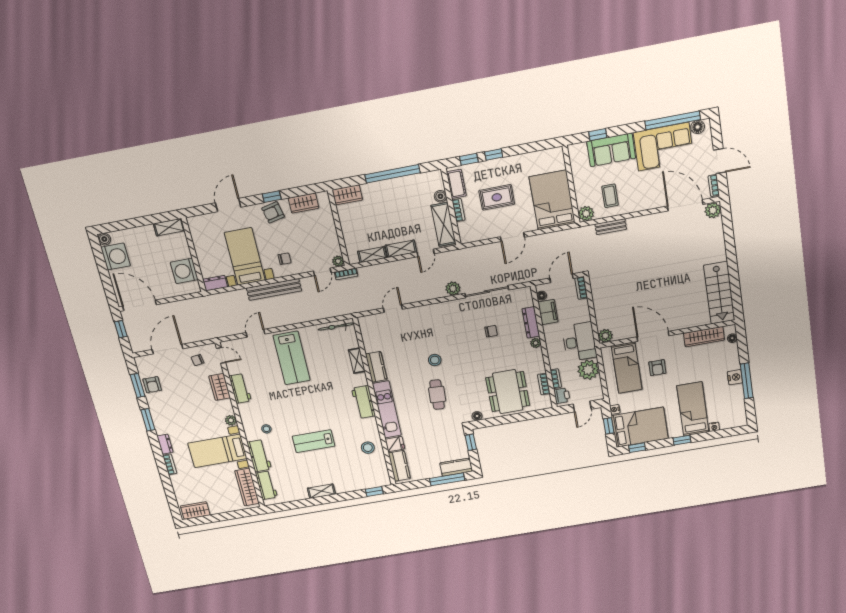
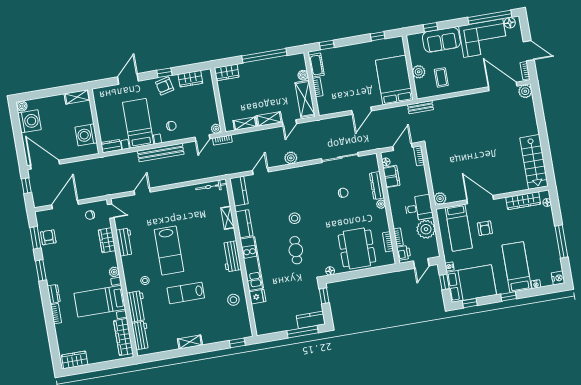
window: (494, 154) -> (378, 36), moved
rug: (497, 197) -> (349, 77), removed
plant: (586, 214) -> (419, 72), moved
bench: (611, 227) -> (420, 107), moved
plant: (453, 289) -> (291, 158), moved
desk: (579, 342) -> (419, 208), width x0.73
lab bench: (292, 358) -> (169, 251), moved
nightstand: (735, 377) -> (558, 278), moved
armchair: (152, 385) -> (48, 237), turned 180
kitchen counter: (399, 466) -> (239, 191), moved

